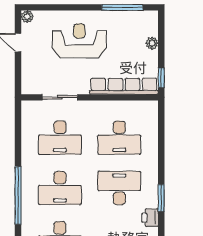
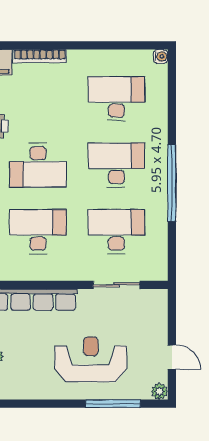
window: (122, 7) -> (113, 404), moved
reception desk: (79, 41) -> (91, 360), turned 180
window: (18, 196) -> (172, 183), moved

